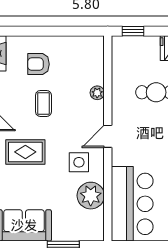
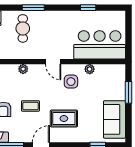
rug: (25, 152) -> (64, 118), turned 90
plant: (91, 196) -> (90, 69), width x0.53, depth x0.53

